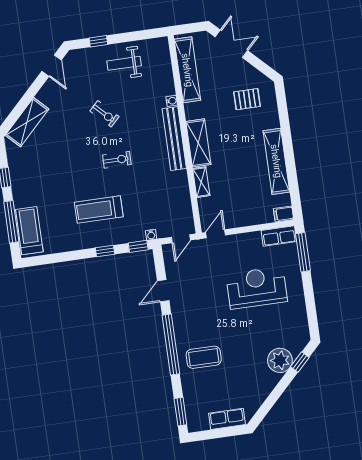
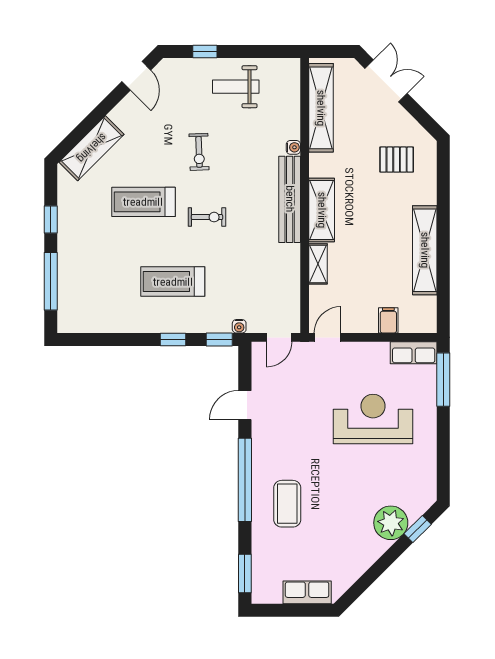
exercise bike: (104, 114) -> (199, 152), turned 43
filing cabinet: (283, 214) -> (388, 320), moved, turned 90
treadmill: (29, 231) -> (143, 202), moved, turned -90
coffee table: (204, 357) -> (287, 504), turned 90

